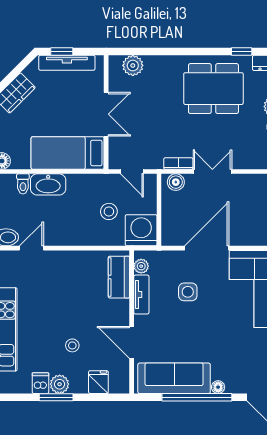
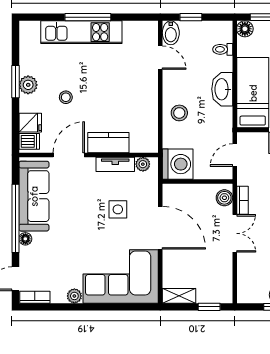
washbasin: (48, 184) -> (222, 89), moved
stool: (109, 211) -> (179, 113), moved
kitchen counter: (119, 277) -> (108, 143), moved
dishwasher: (40, 383) -> (29, 141), moved

